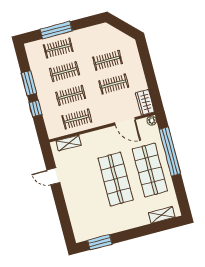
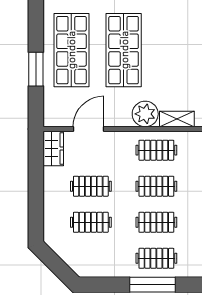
door: (125, 121) -> (89, 129), hinge flipped
plant: (152, 121) -> (145, 114), moved, width x1.88, depth x1.88
window: (170, 151) -> (36, 69), width x0.47

